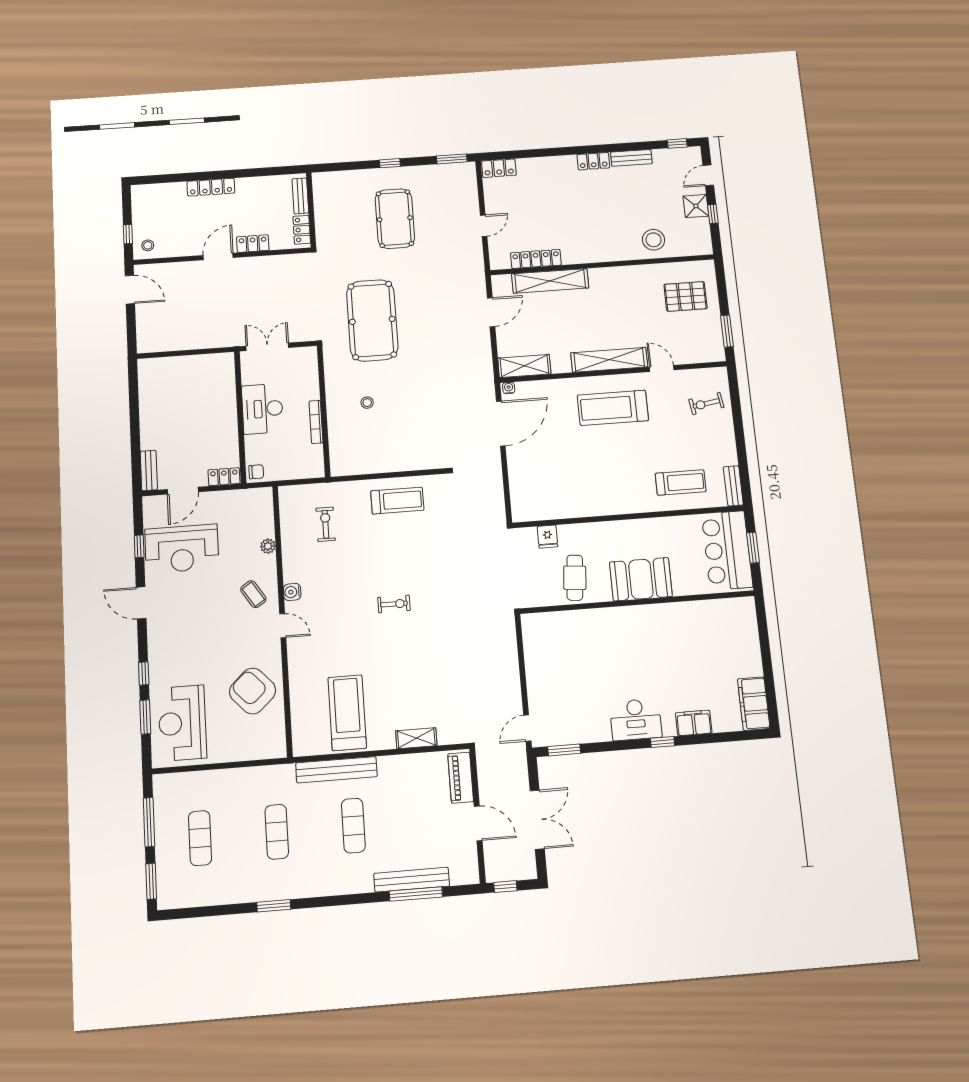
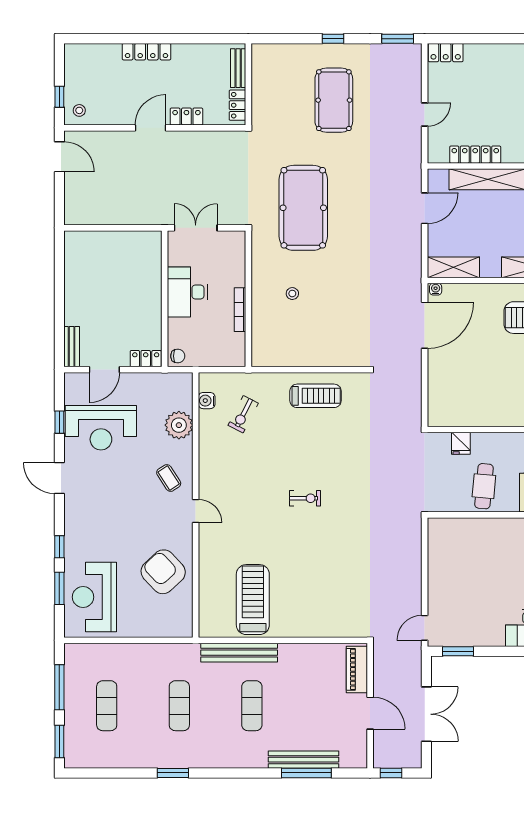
exercise bike: (326, 524) -> (243, 414), turned -153
plant: (268, 546) -> (179, 425), width x1.87, depth x1.87
water cooler: (292, 592) -> (207, 401), moved
shelving: (416, 738) -> (317, 629), removed

